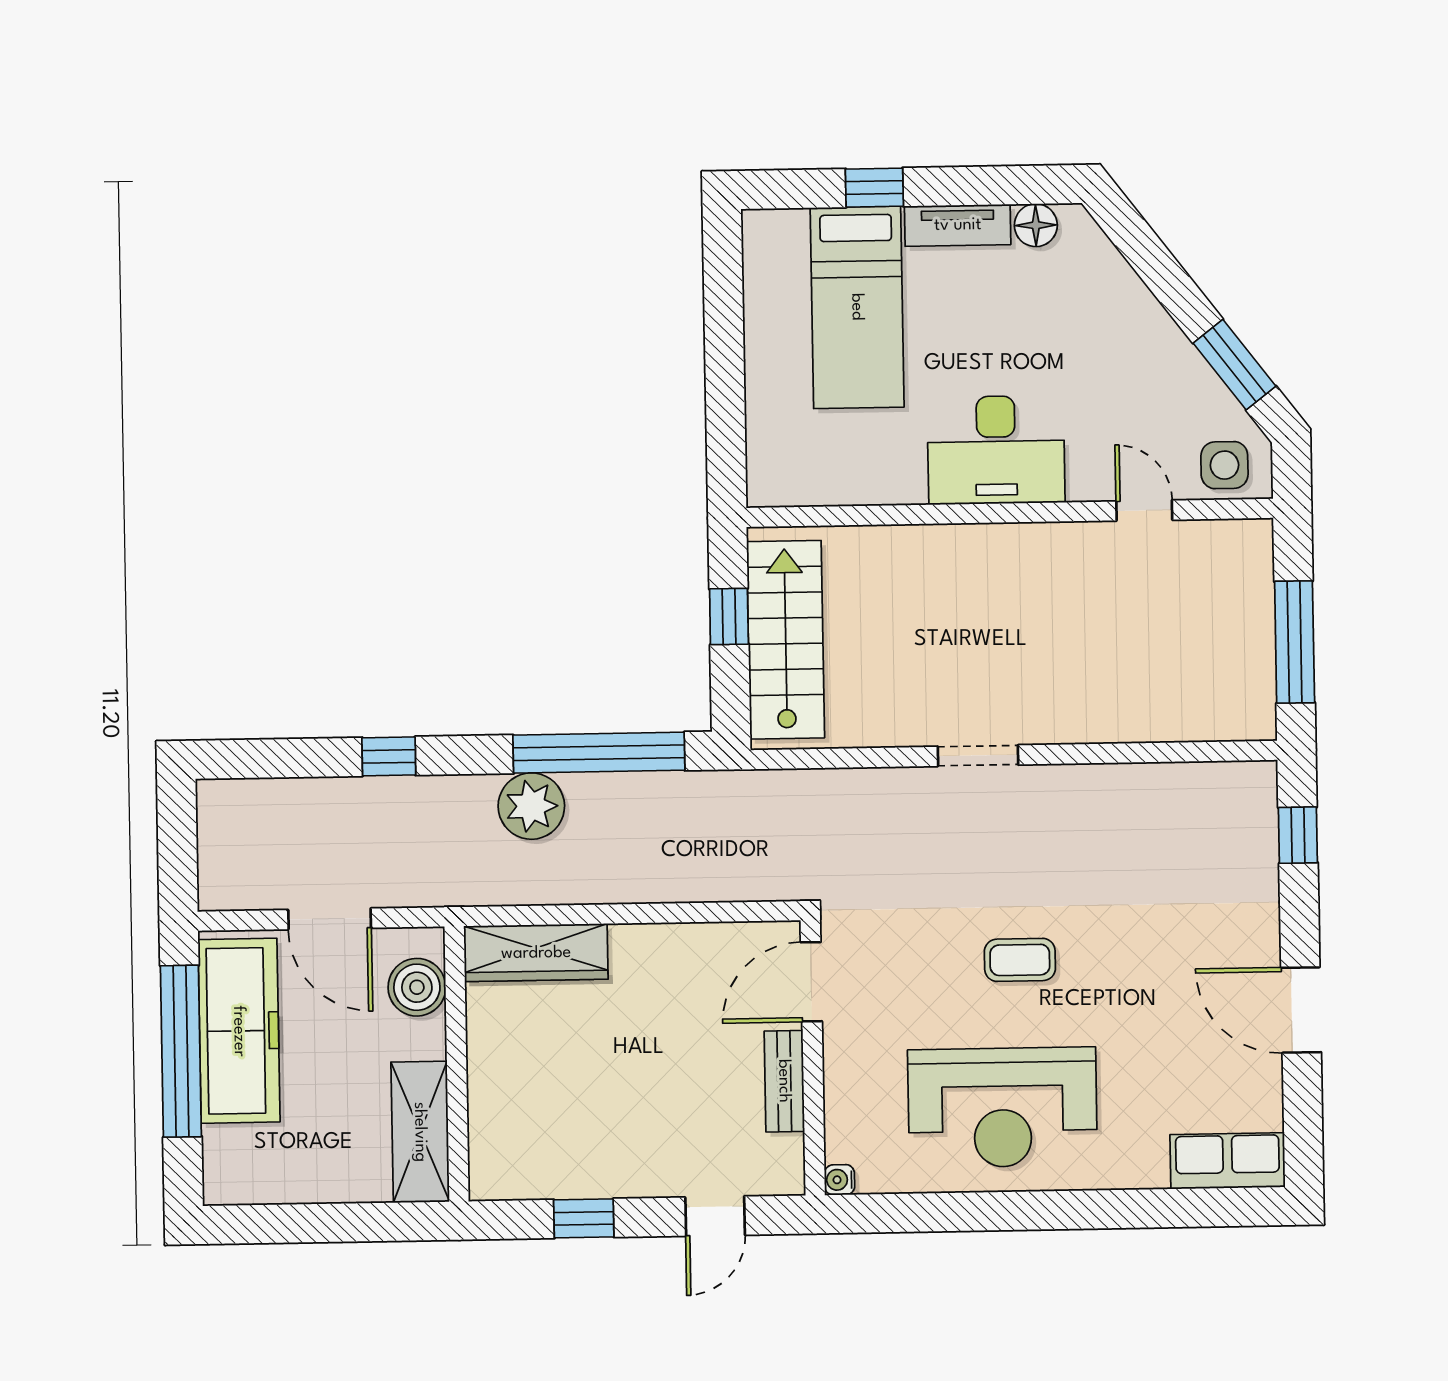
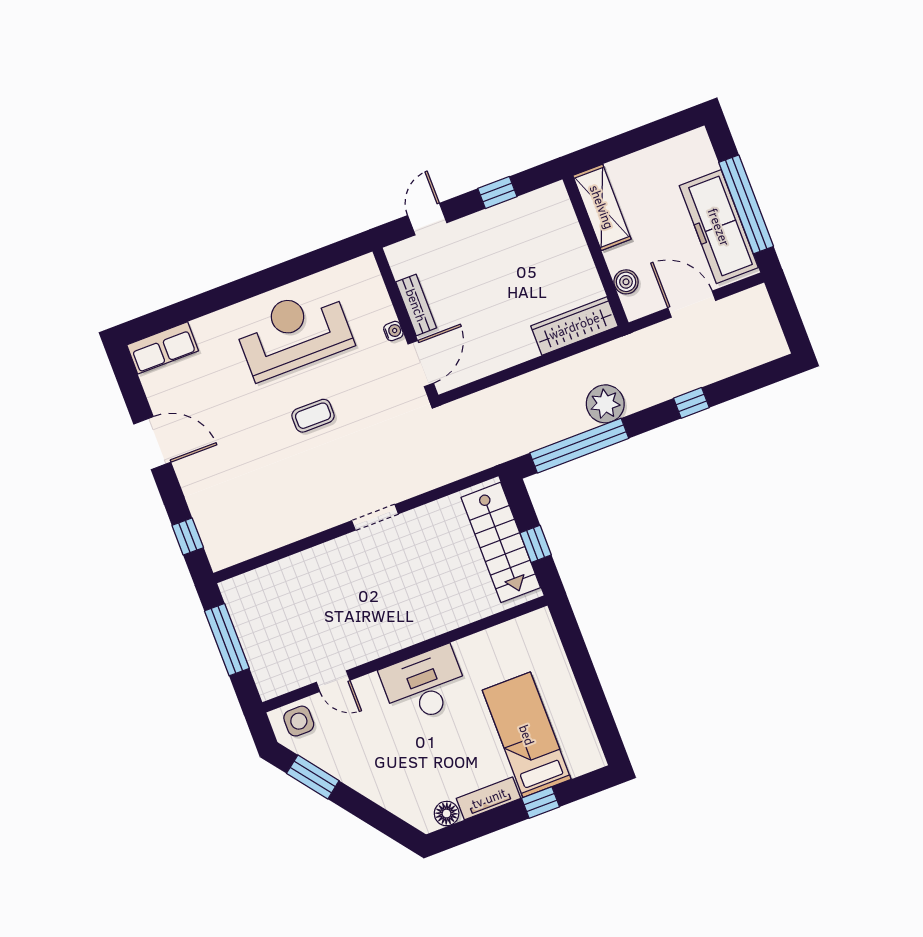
boiler: (417, 987) -> (626, 282), width x0.73, depth x0.73
water cooler: (839, 1180) -> (393, 331), moved

